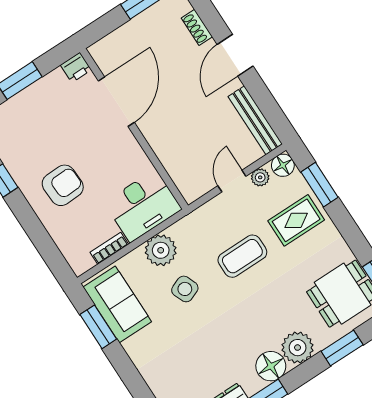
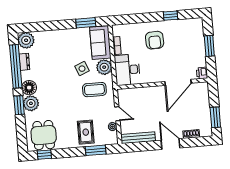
door: (116, 102) -> (178, 82), hinge flipped
floor lamp: (283, 165) -> (112, 139), removed
coffee table: (242, 256) -> (94, 90), moved, turned 90
sofa: (117, 304) -> (100, 43), moved, turned 90
window: (342, 348) -> (19, 105), moved

